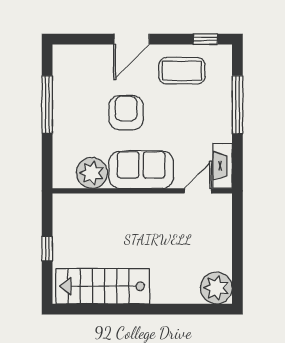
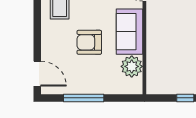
door: (132, 39) -> (37, 74), moved

